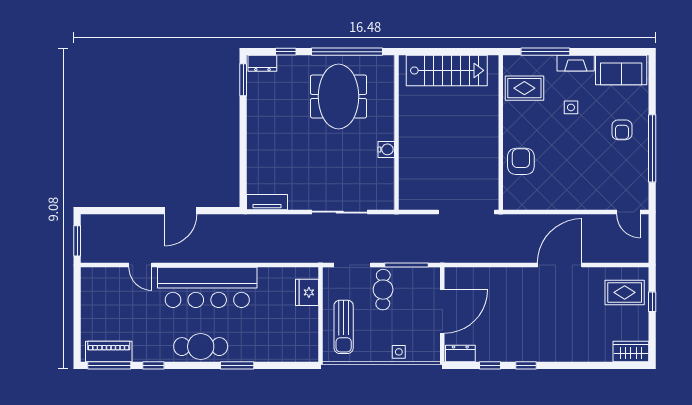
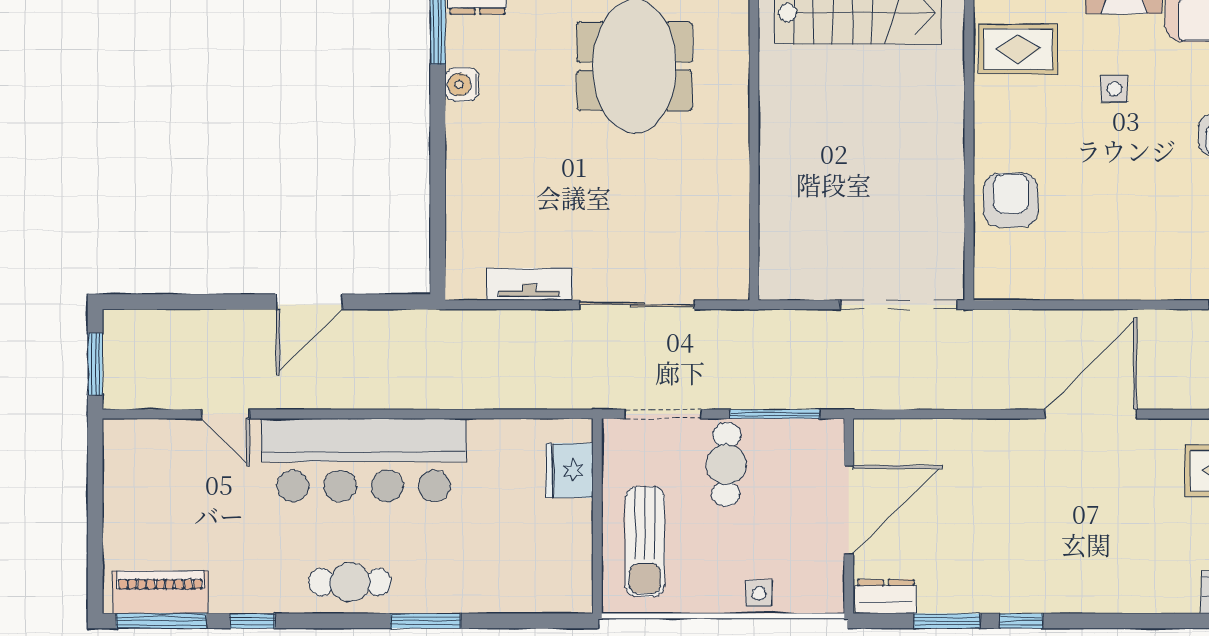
water cooler: (386, 149) -> (462, 85), moved, turned 180
tv unit: (267, 202) -> (529, 284), moved
cafe table: (201, 347) -> (350, 582), width x0.73, depth x0.74
window: (490, 365) -> (947, 621), width x1.50

